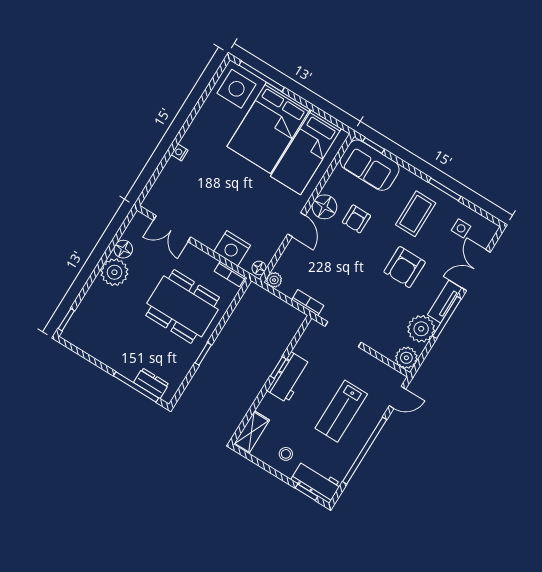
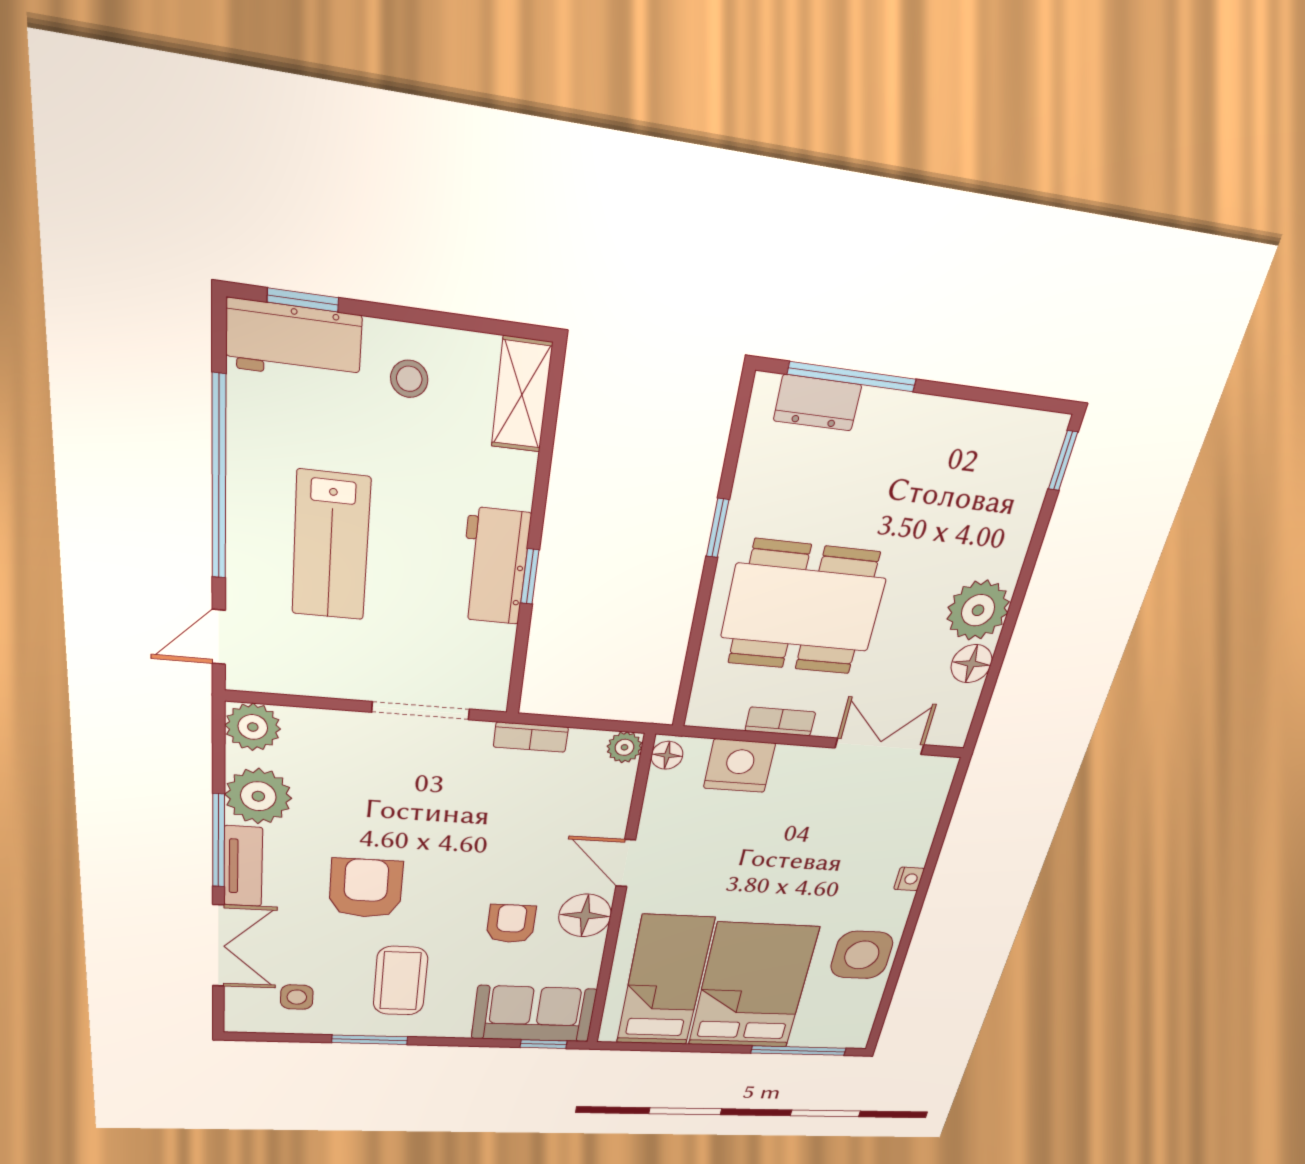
side table: (237, 89) -> (862, 955), moved
bookcase: (230, 274) -> (780, 721), moved
lab bench: (341, 411) -> (331, 546), turned 180

